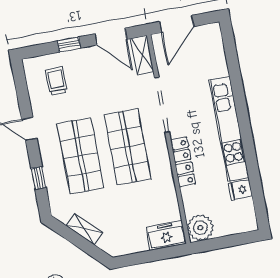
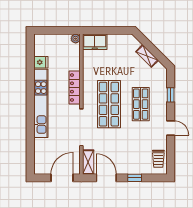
trolley: (56, 81) -> (158, 159), moved
shop shelf: (80, 156) -> (141, 104), width x0.70, depth x0.74
plant: (200, 228) -> (76, 39), width x0.53, depth x0.53

